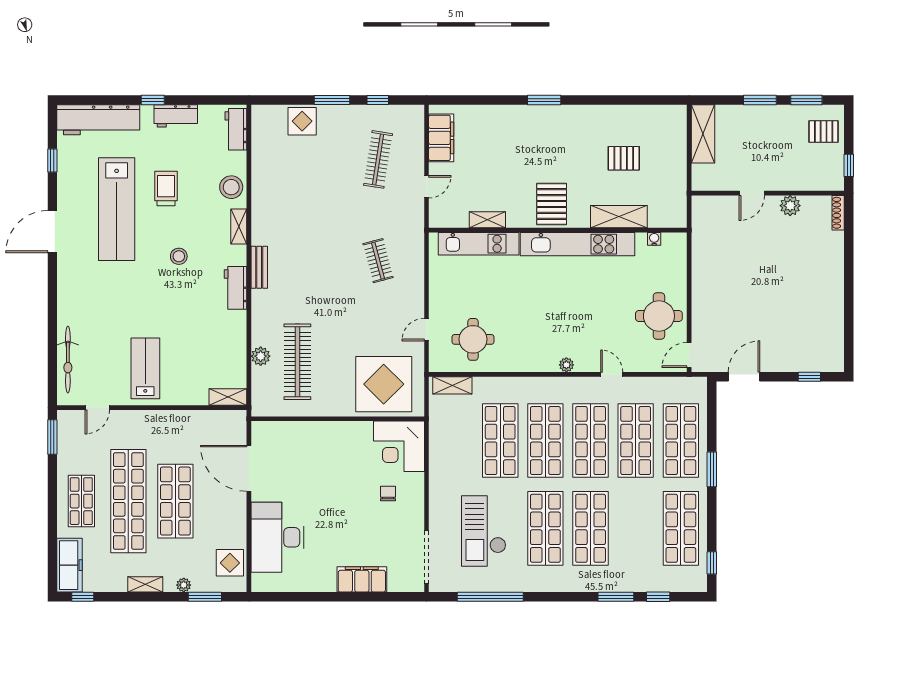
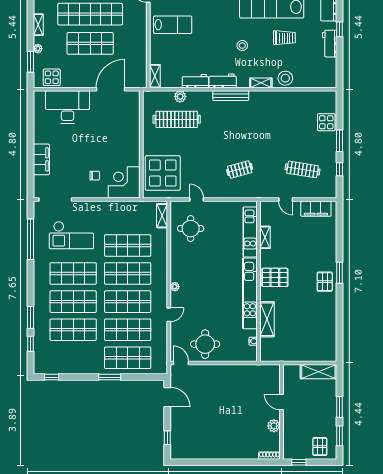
workbench: (236, 129) -> (195, 81), moved
pallet: (624, 158) -> (325, 282), moved
bench: (259, 267) -> (231, 96), width x1.36
shop shelf: (681, 528) -> (73, 330), moved
checkout: (484, 531) -> (71, 235), turned 180

